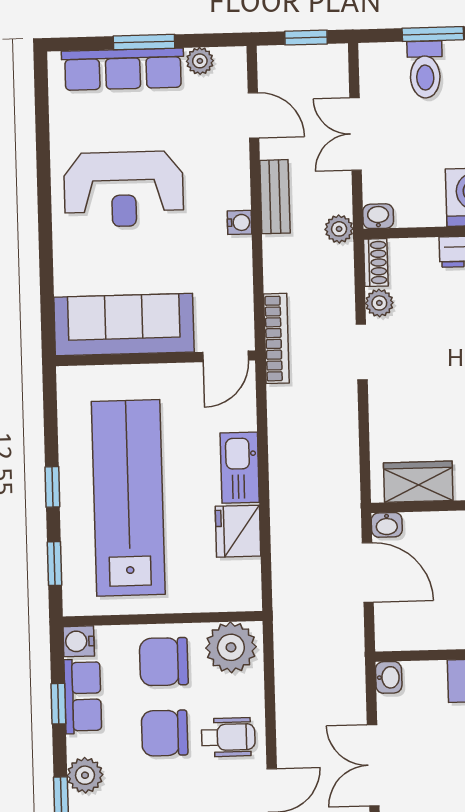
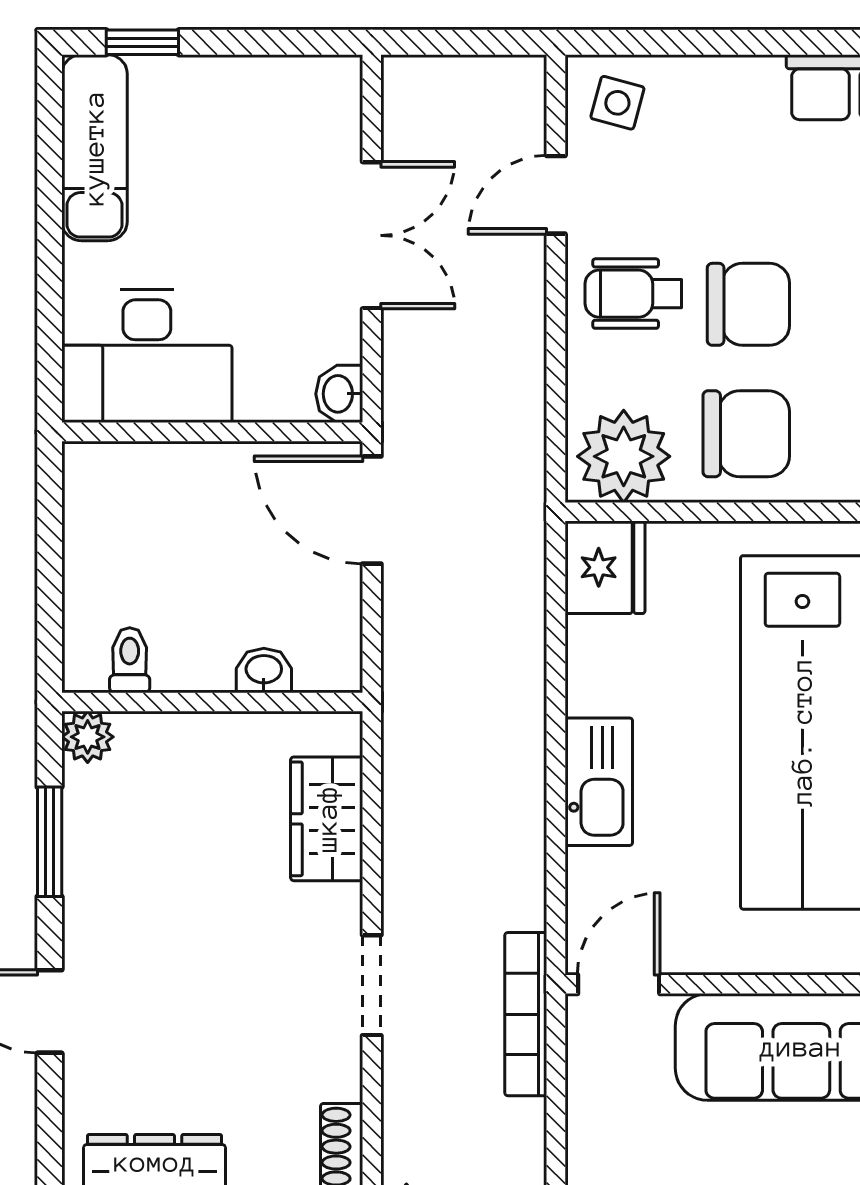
plant: (379, 303) -> (337, 1073), removed
wardrobe: (418, 482) -> (327, 819), moved, turned 90
washbasin: (387, 525) -> (264, 670), moved
fridge: (238, 531) -> (605, 567), moved
door: (368, 572) -> (372, 510), moved

